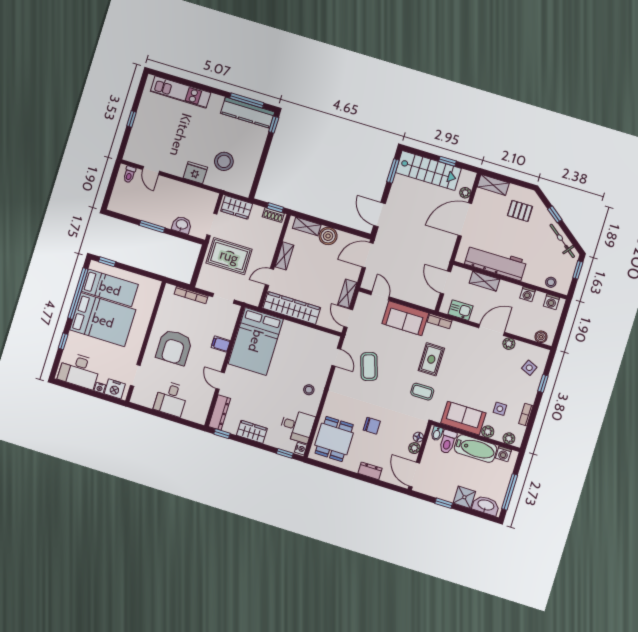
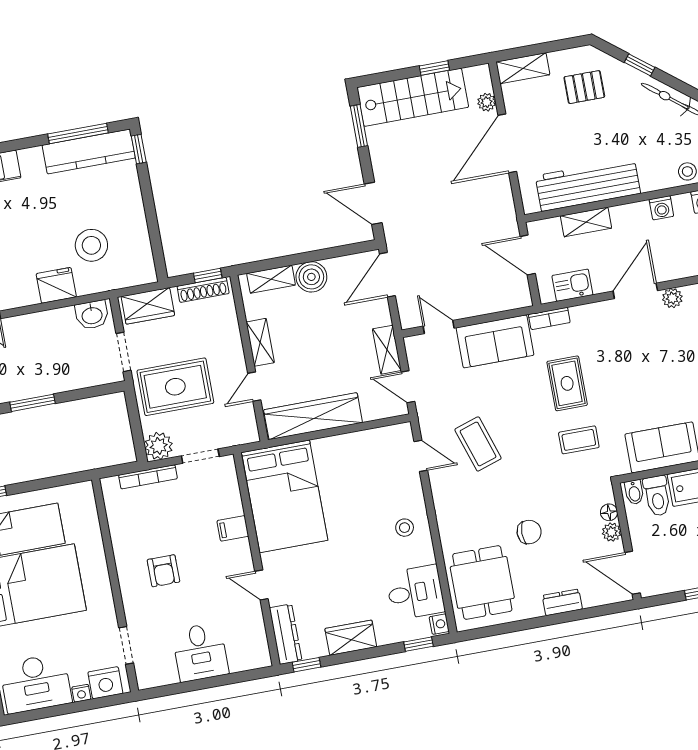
shoe rack: (273, 215) -> (203, 290), width x1.43
washbasin: (182, 225) -> (92, 315), moved, turned 180
plant: (205, 282) -> (159, 446), added
armchair: (174, 347) -> (163, 571), width x0.53, depth x0.53

